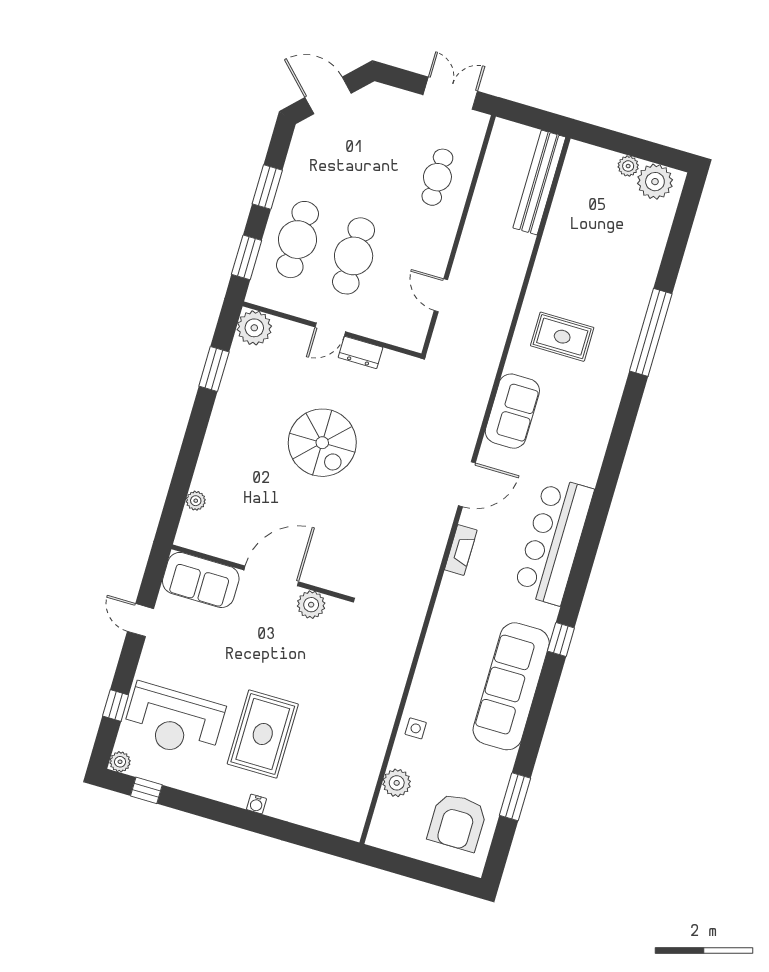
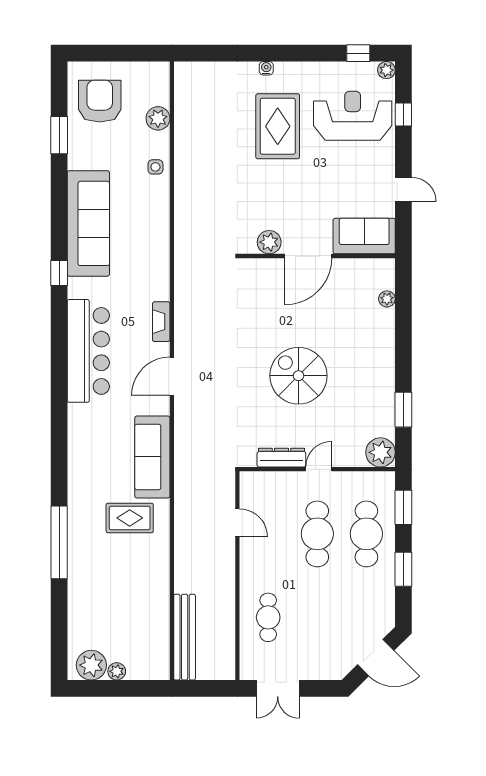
dresser: (360, 352) -> (281, 458), width x1.44
sofa: (512, 411) -> (152, 457), width x1.36

